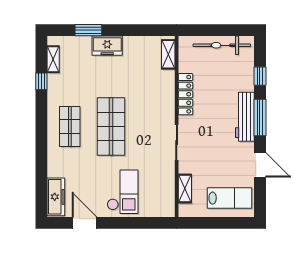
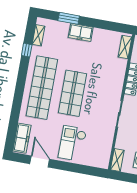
shop shelf: (70, 127) -> (42, 88), width x2.00, depth x1.36
shelving: (185, 189) -> (117, 160), moved
checkout: (123, 192) -> (72, 143), turned 180

